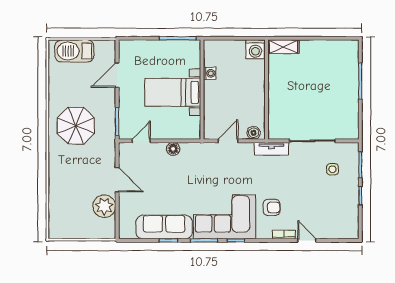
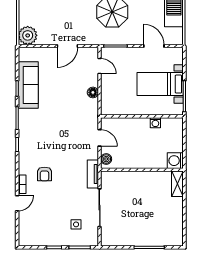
bed with nightstands: (173, 92) -> (160, 84), moved, turned -90
plant: (104, 206) -> (28, 35), moved
corner sofa: (225, 217) -> (37, 135), removed

